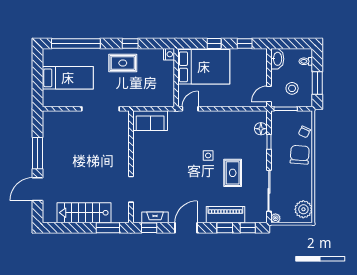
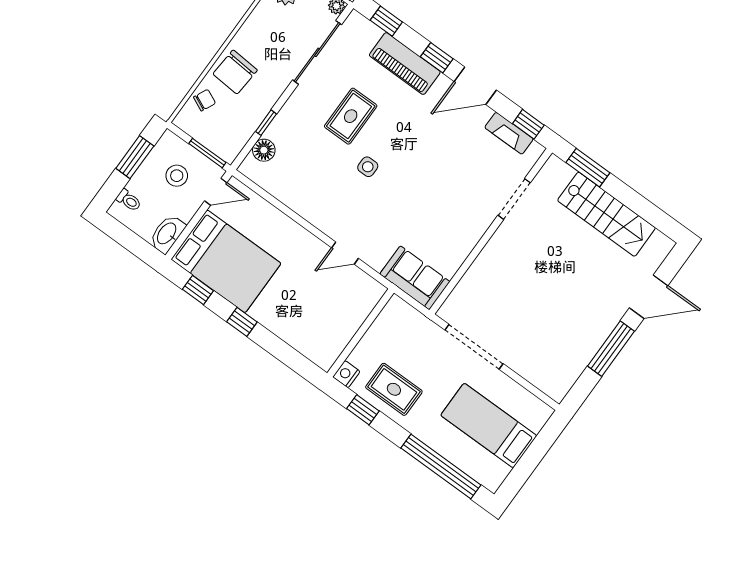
nightstand: (169, 54) -> (346, 374), moved
bed: (204, 67) -> (226, 261), moved, turned 180
wall: (176, 78) -> (360, 333), moved
window: (225, 228) -> (437, 58), moved

